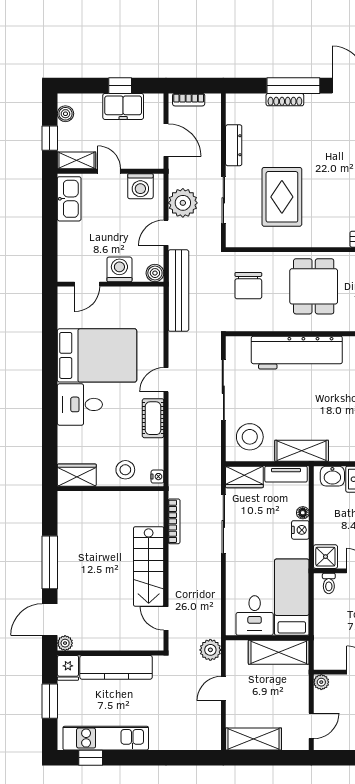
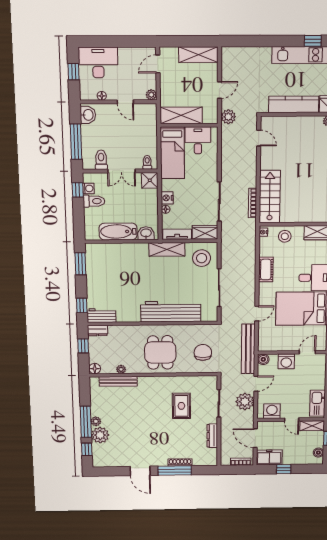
freezer: (123, 106) -> (269, 457), moved
rug: (282, 197) -> (181, 406), width x0.73, depth x0.70
door: (166, 380) -> (257, 314), moved
stairs: (149, 566) -> (270, 197), moved

